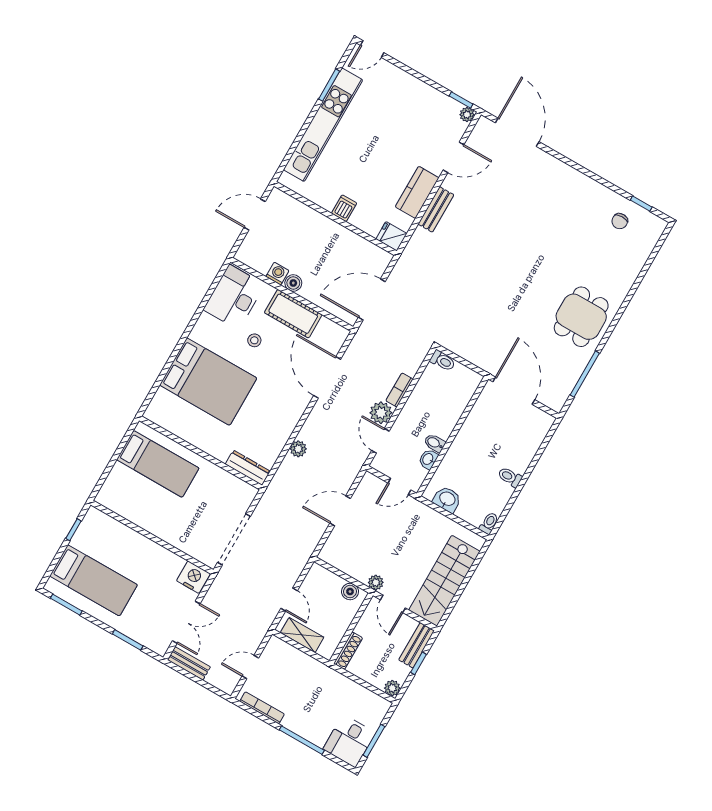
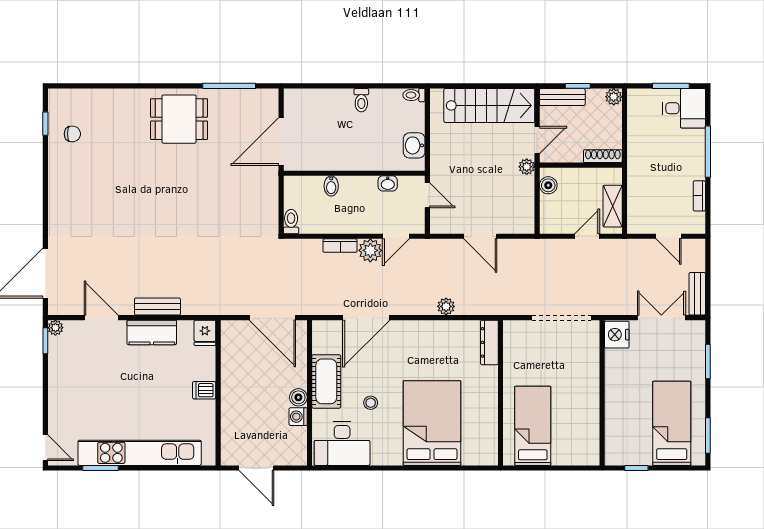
bidet: (435, 443) -> (331, 186), moved
bookcase: (262, 708) -> (699, 196), width x0.64

